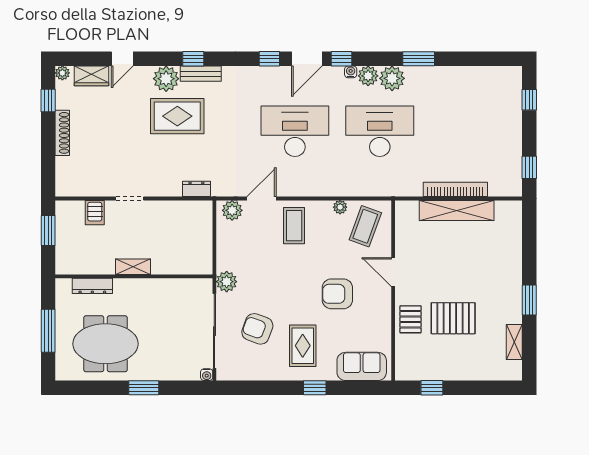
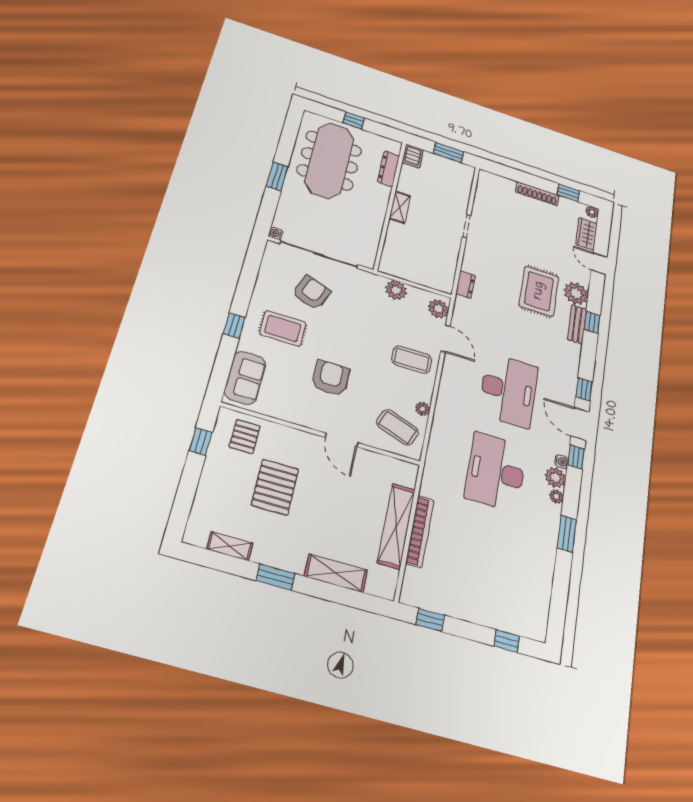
plant: (392, 78) -> (556, 497), width x0.53, depth x0.53
desk: (380, 131) -> (496, 472), turned 180
server rack: (95, 213) -> (413, 156), moved, turned -90
shelving: (512, 253) -> (336, 573), added
door: (393, 272) -> (342, 440), swing flipped
plant: (227, 282) -> (396, 290), moved
pallet: (410, 319) -> (245, 437), moved, turned 90
window: (48, 331) -> (354, 121), width x0.46
meeting table: (106, 344) -> (329, 160), width x1.36

